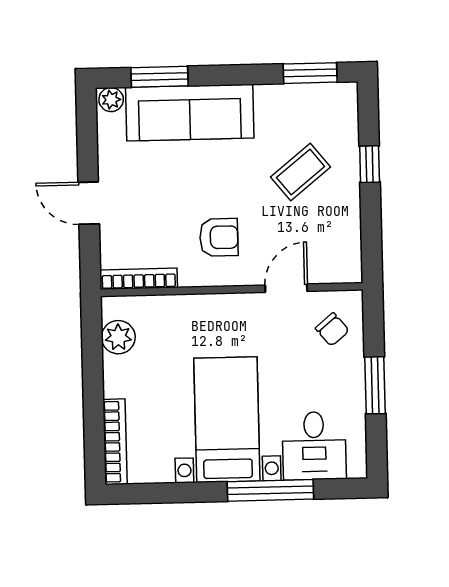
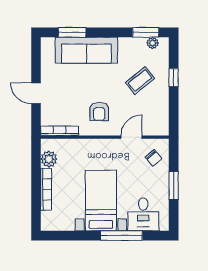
plant: (111, 100) -> (153, 43), moved
armchair: (219, 237) -> (99, 111), turned 90
bookcase: (115, 442) -> (46, 189), moved

